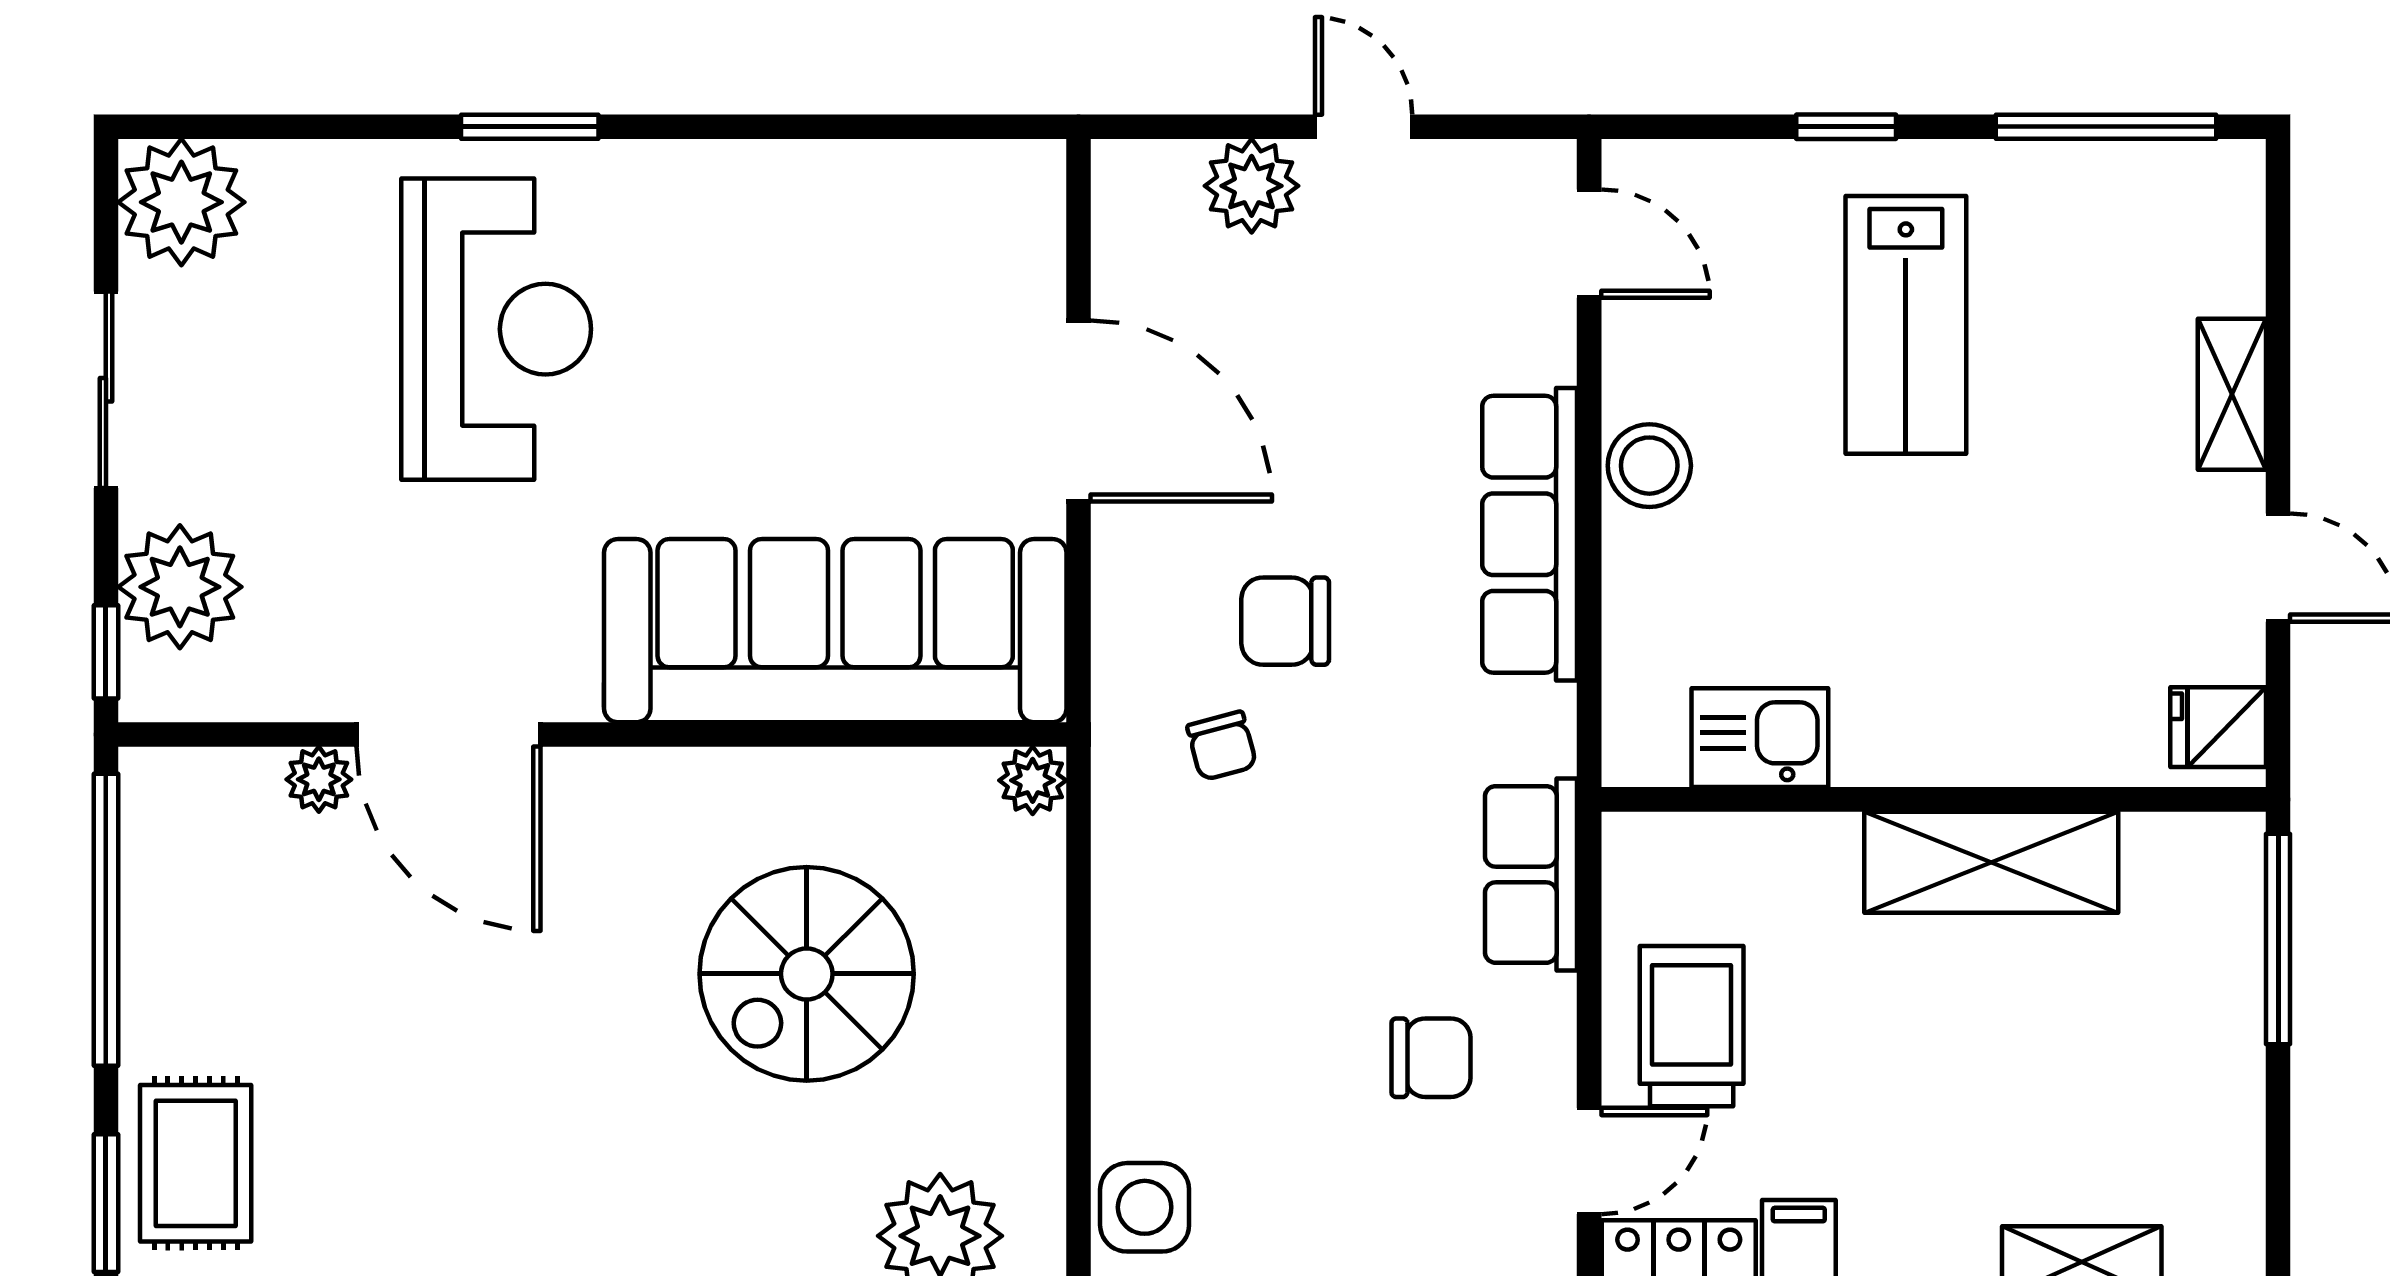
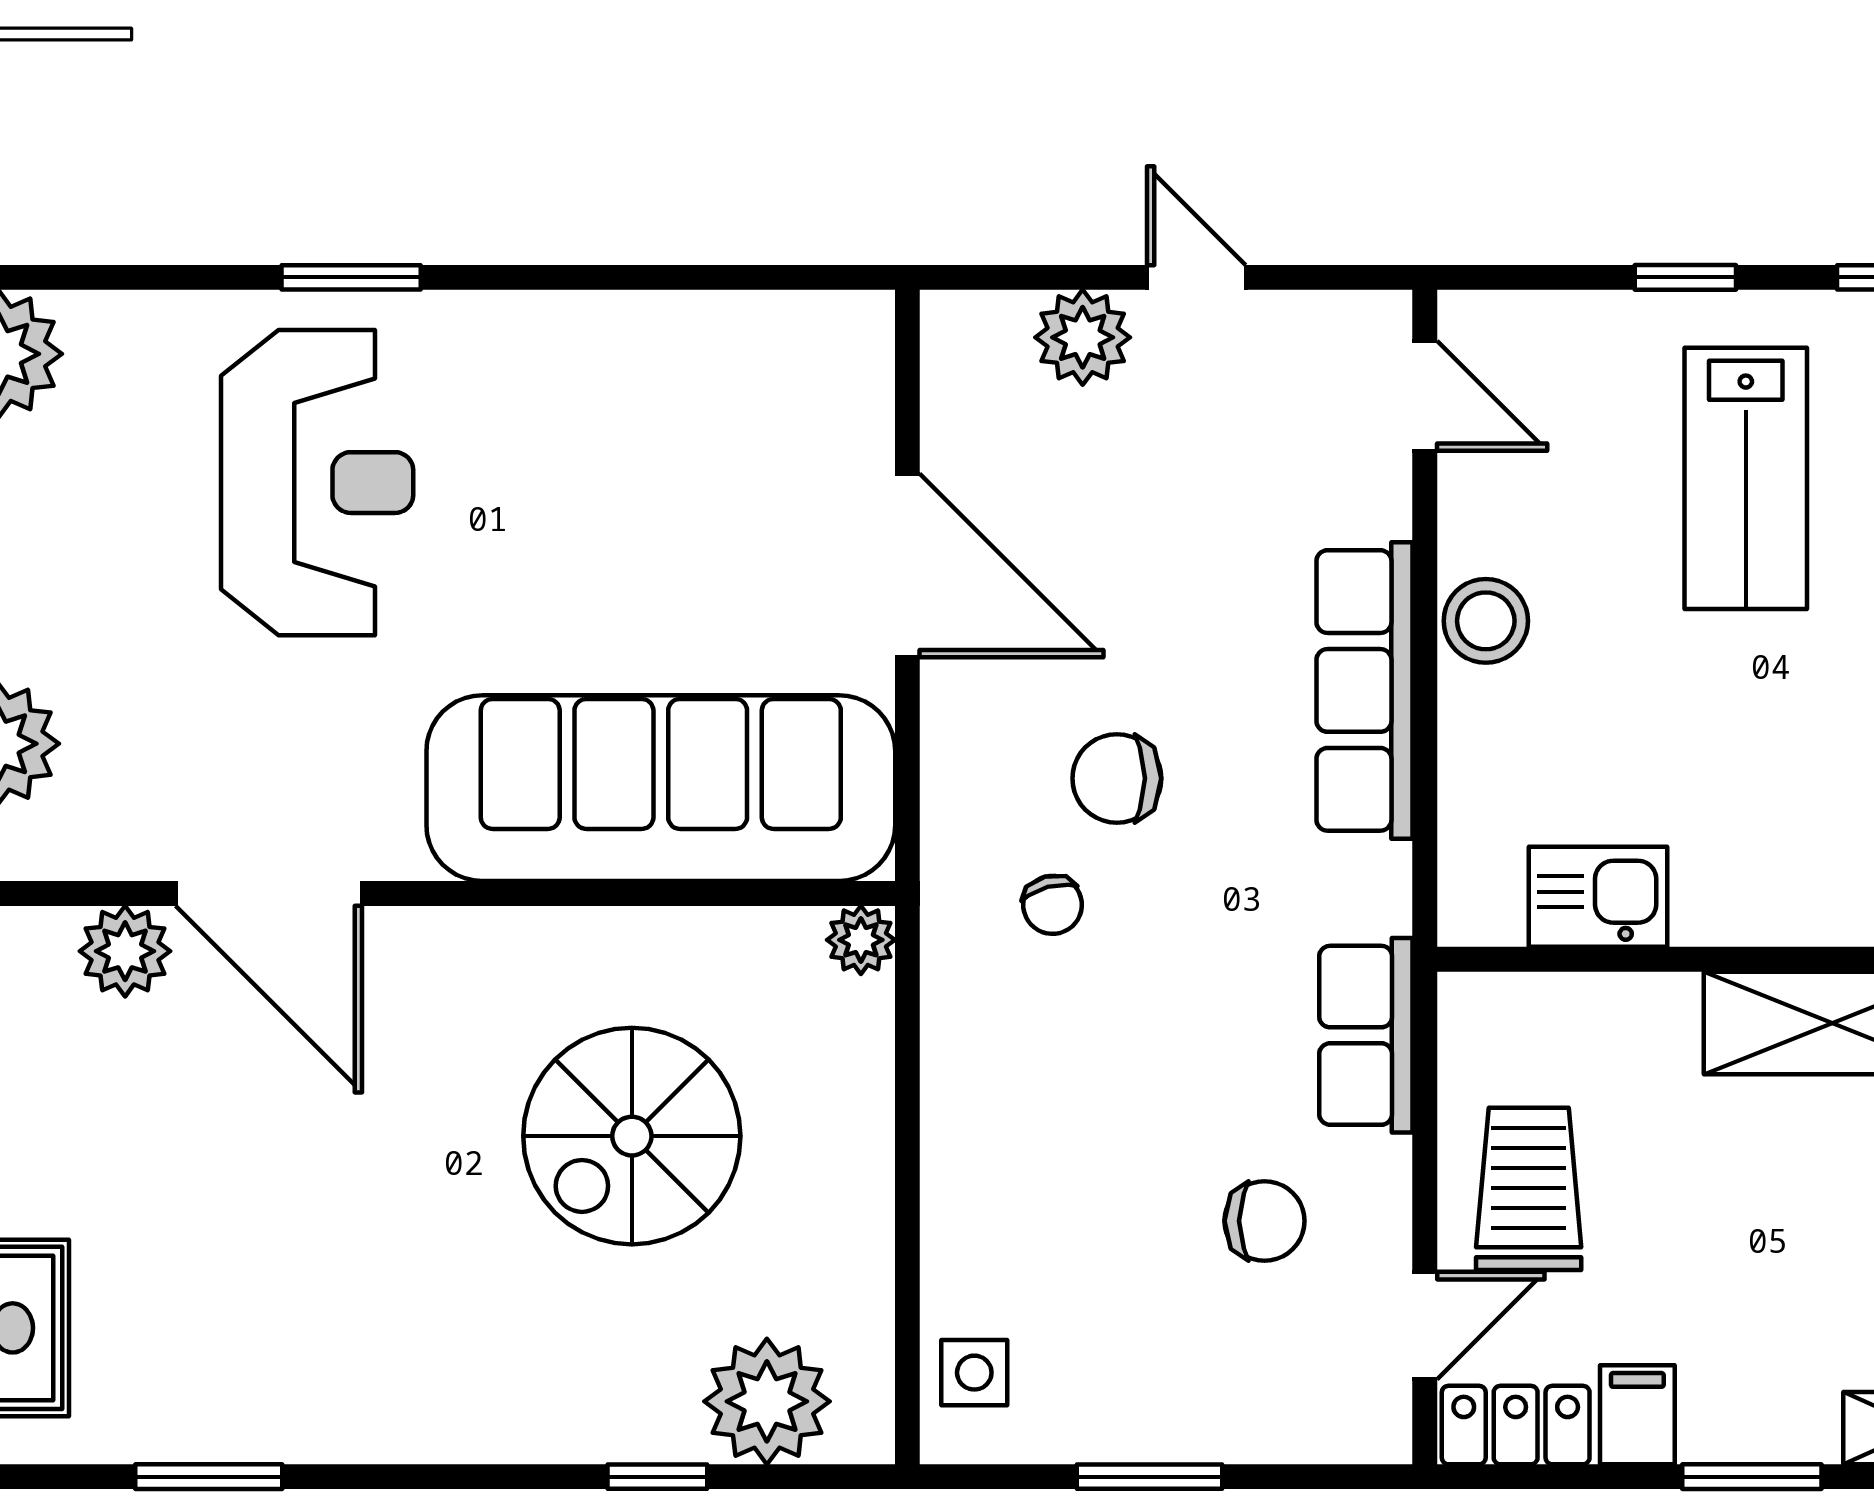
plant: (319, 779) -> (125, 951), width x1.38, depth x1.38
side table: (1145, 1207) -> (974, 1373), width x0.73, depth x0.73

